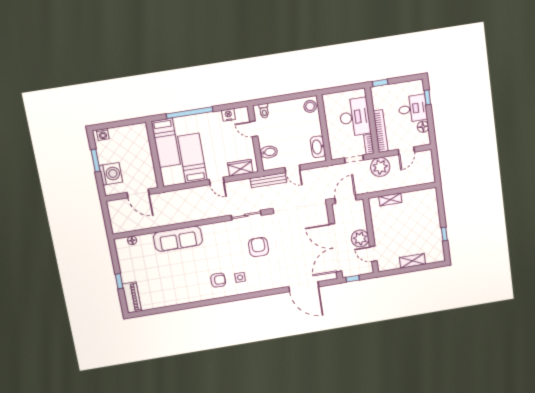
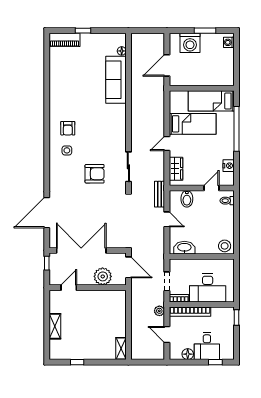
plant: (380, 167) -> (159, 311), width x0.53, depth x0.53
door: (292, 169) -> (167, 219), swing flipped
bench: (268, 180) -> (159, 194), width x0.73
shelving: (390, 199) -> (121, 349), moved
plant: (360, 238) -> (103, 276), moved
sofa: (178, 239) -> (116, 80), moved

